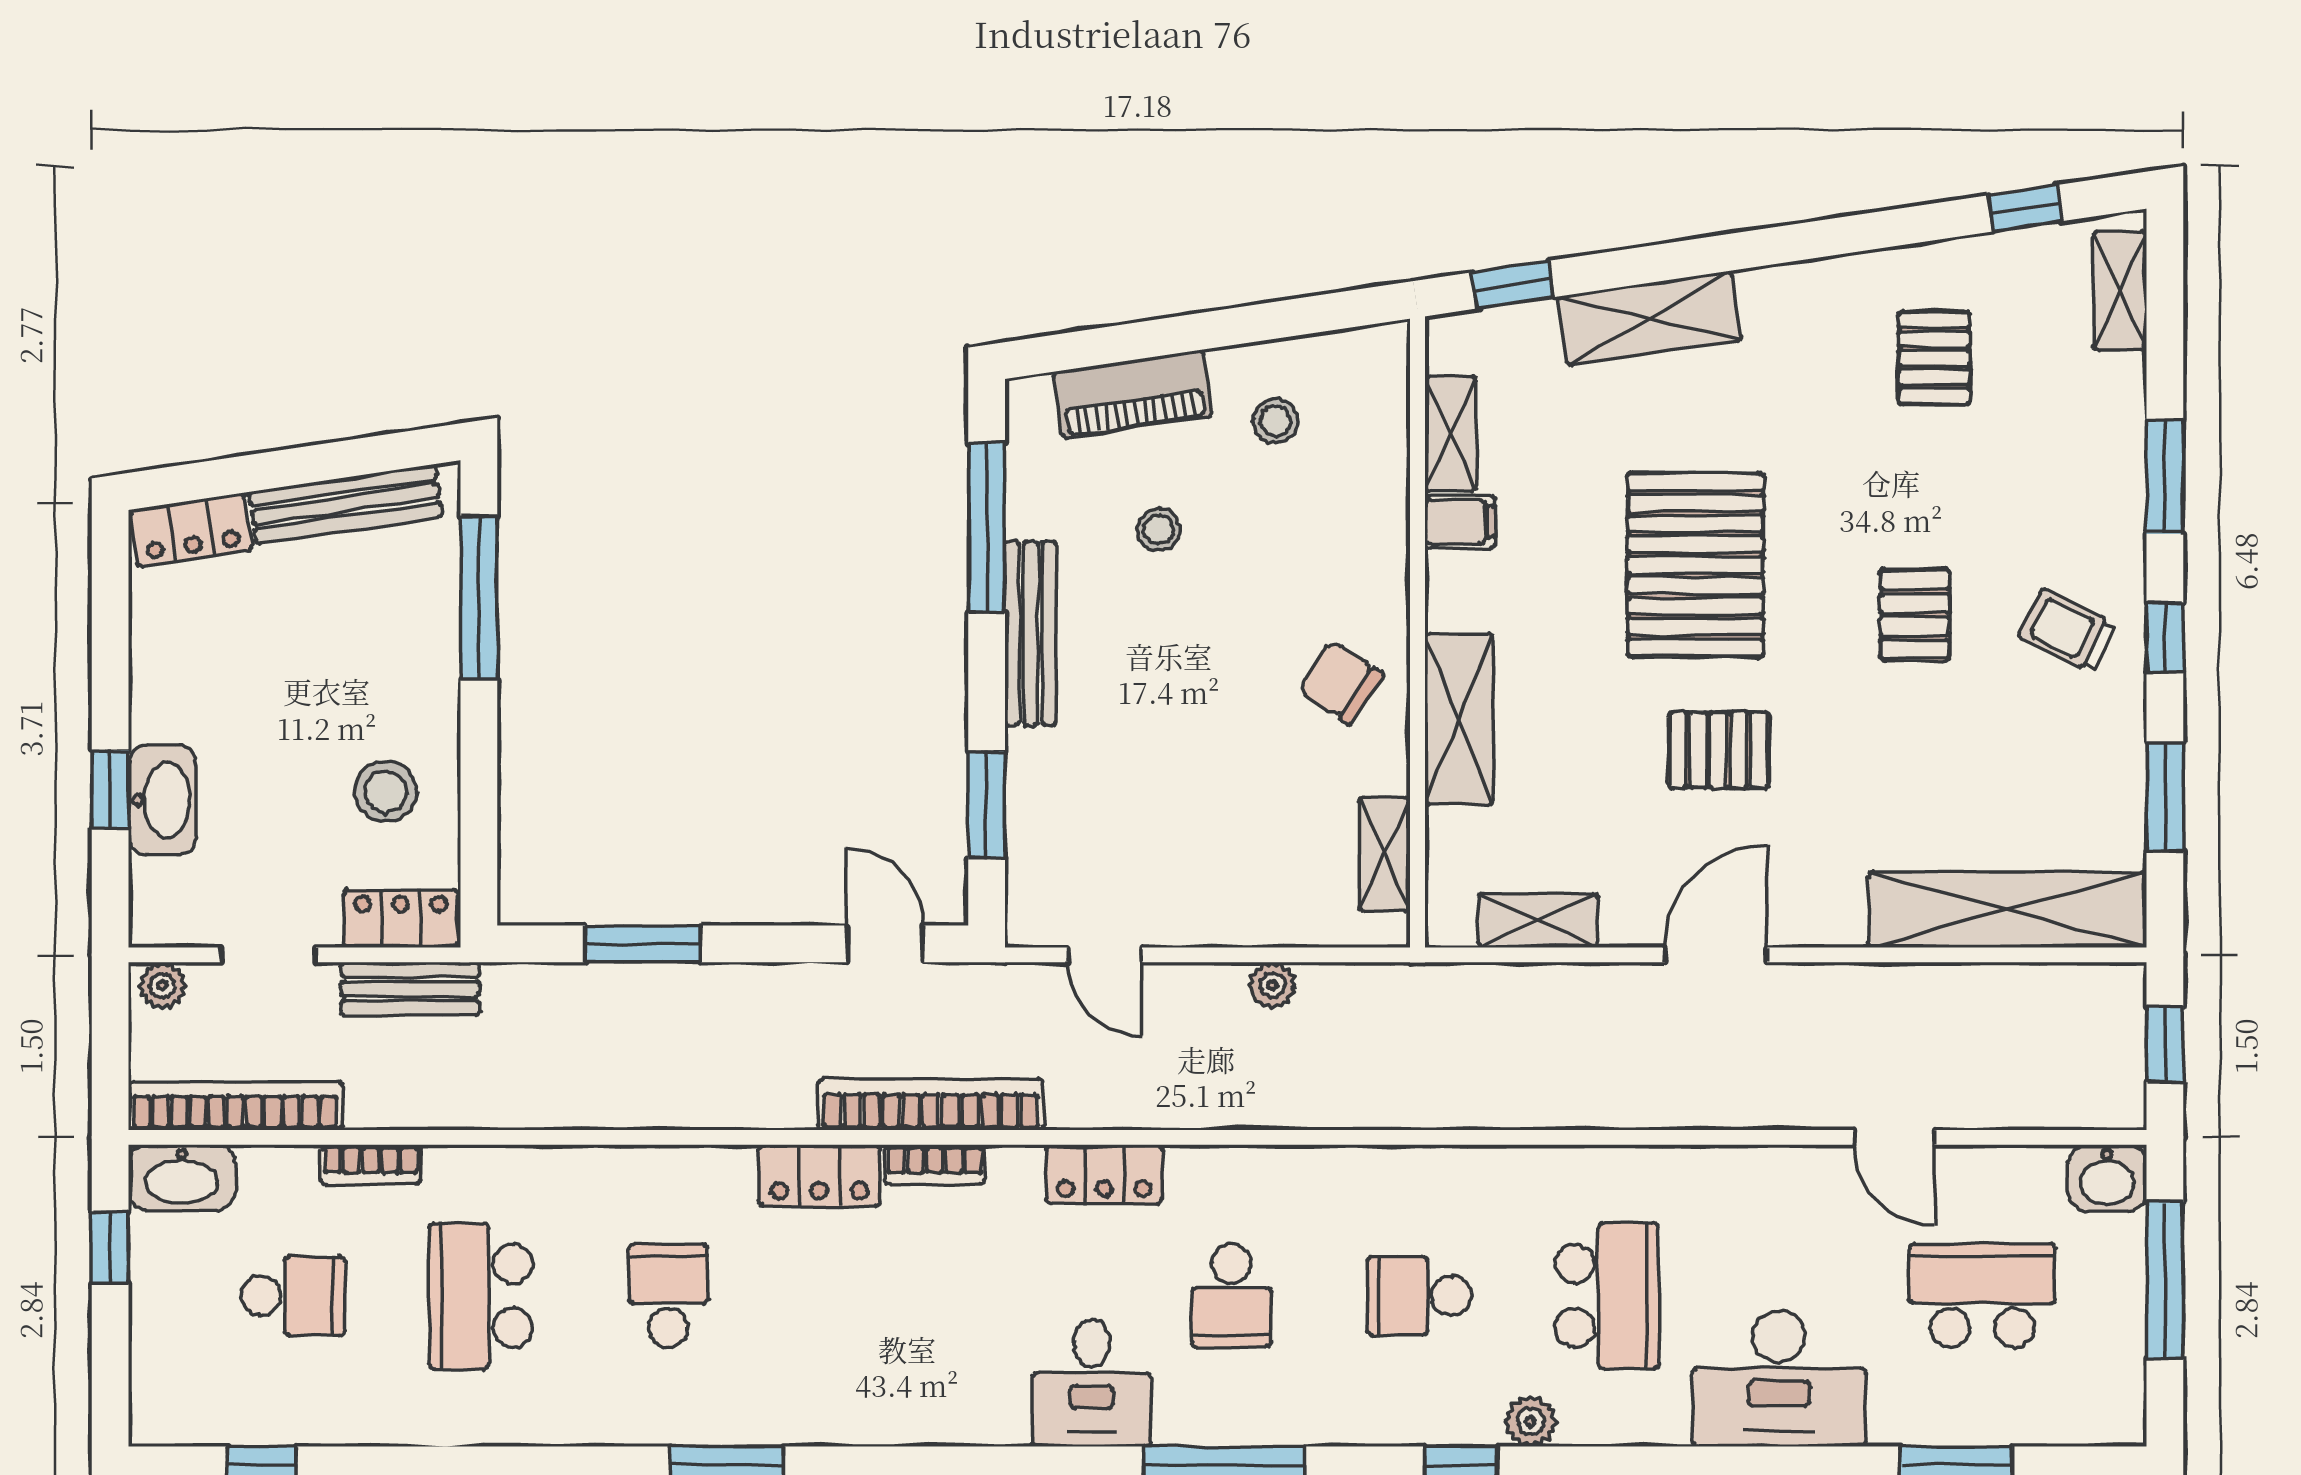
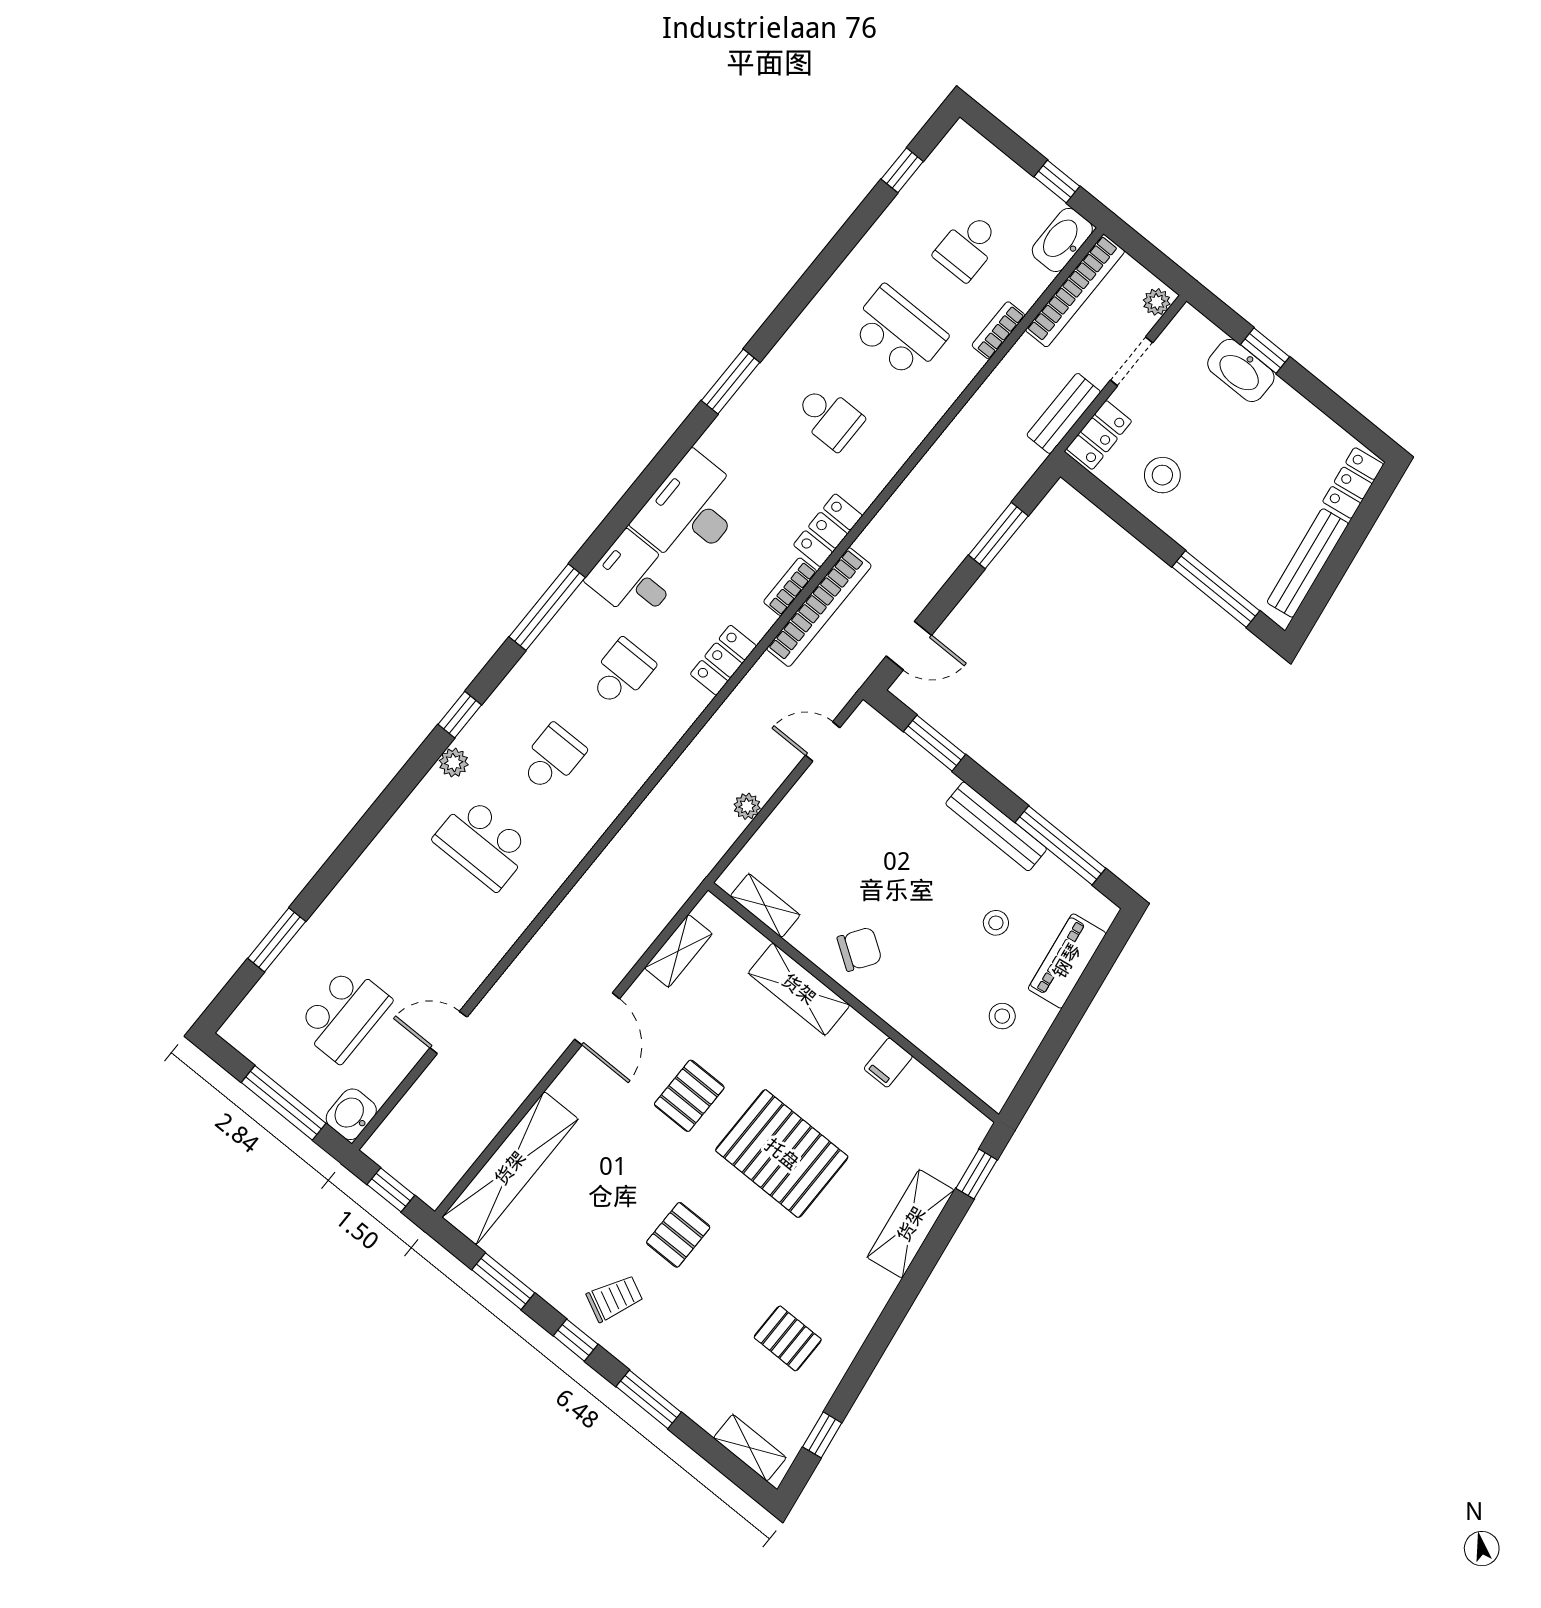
shelving: (1451, 433) -> (932, 1091), removed
pallet: (1915, 615) -> (678, 1235), turned 90
school desk: (1231, 1296) -> (621, 673), turned 90
desk: (1779, 1379) -> (691, 511), moved

